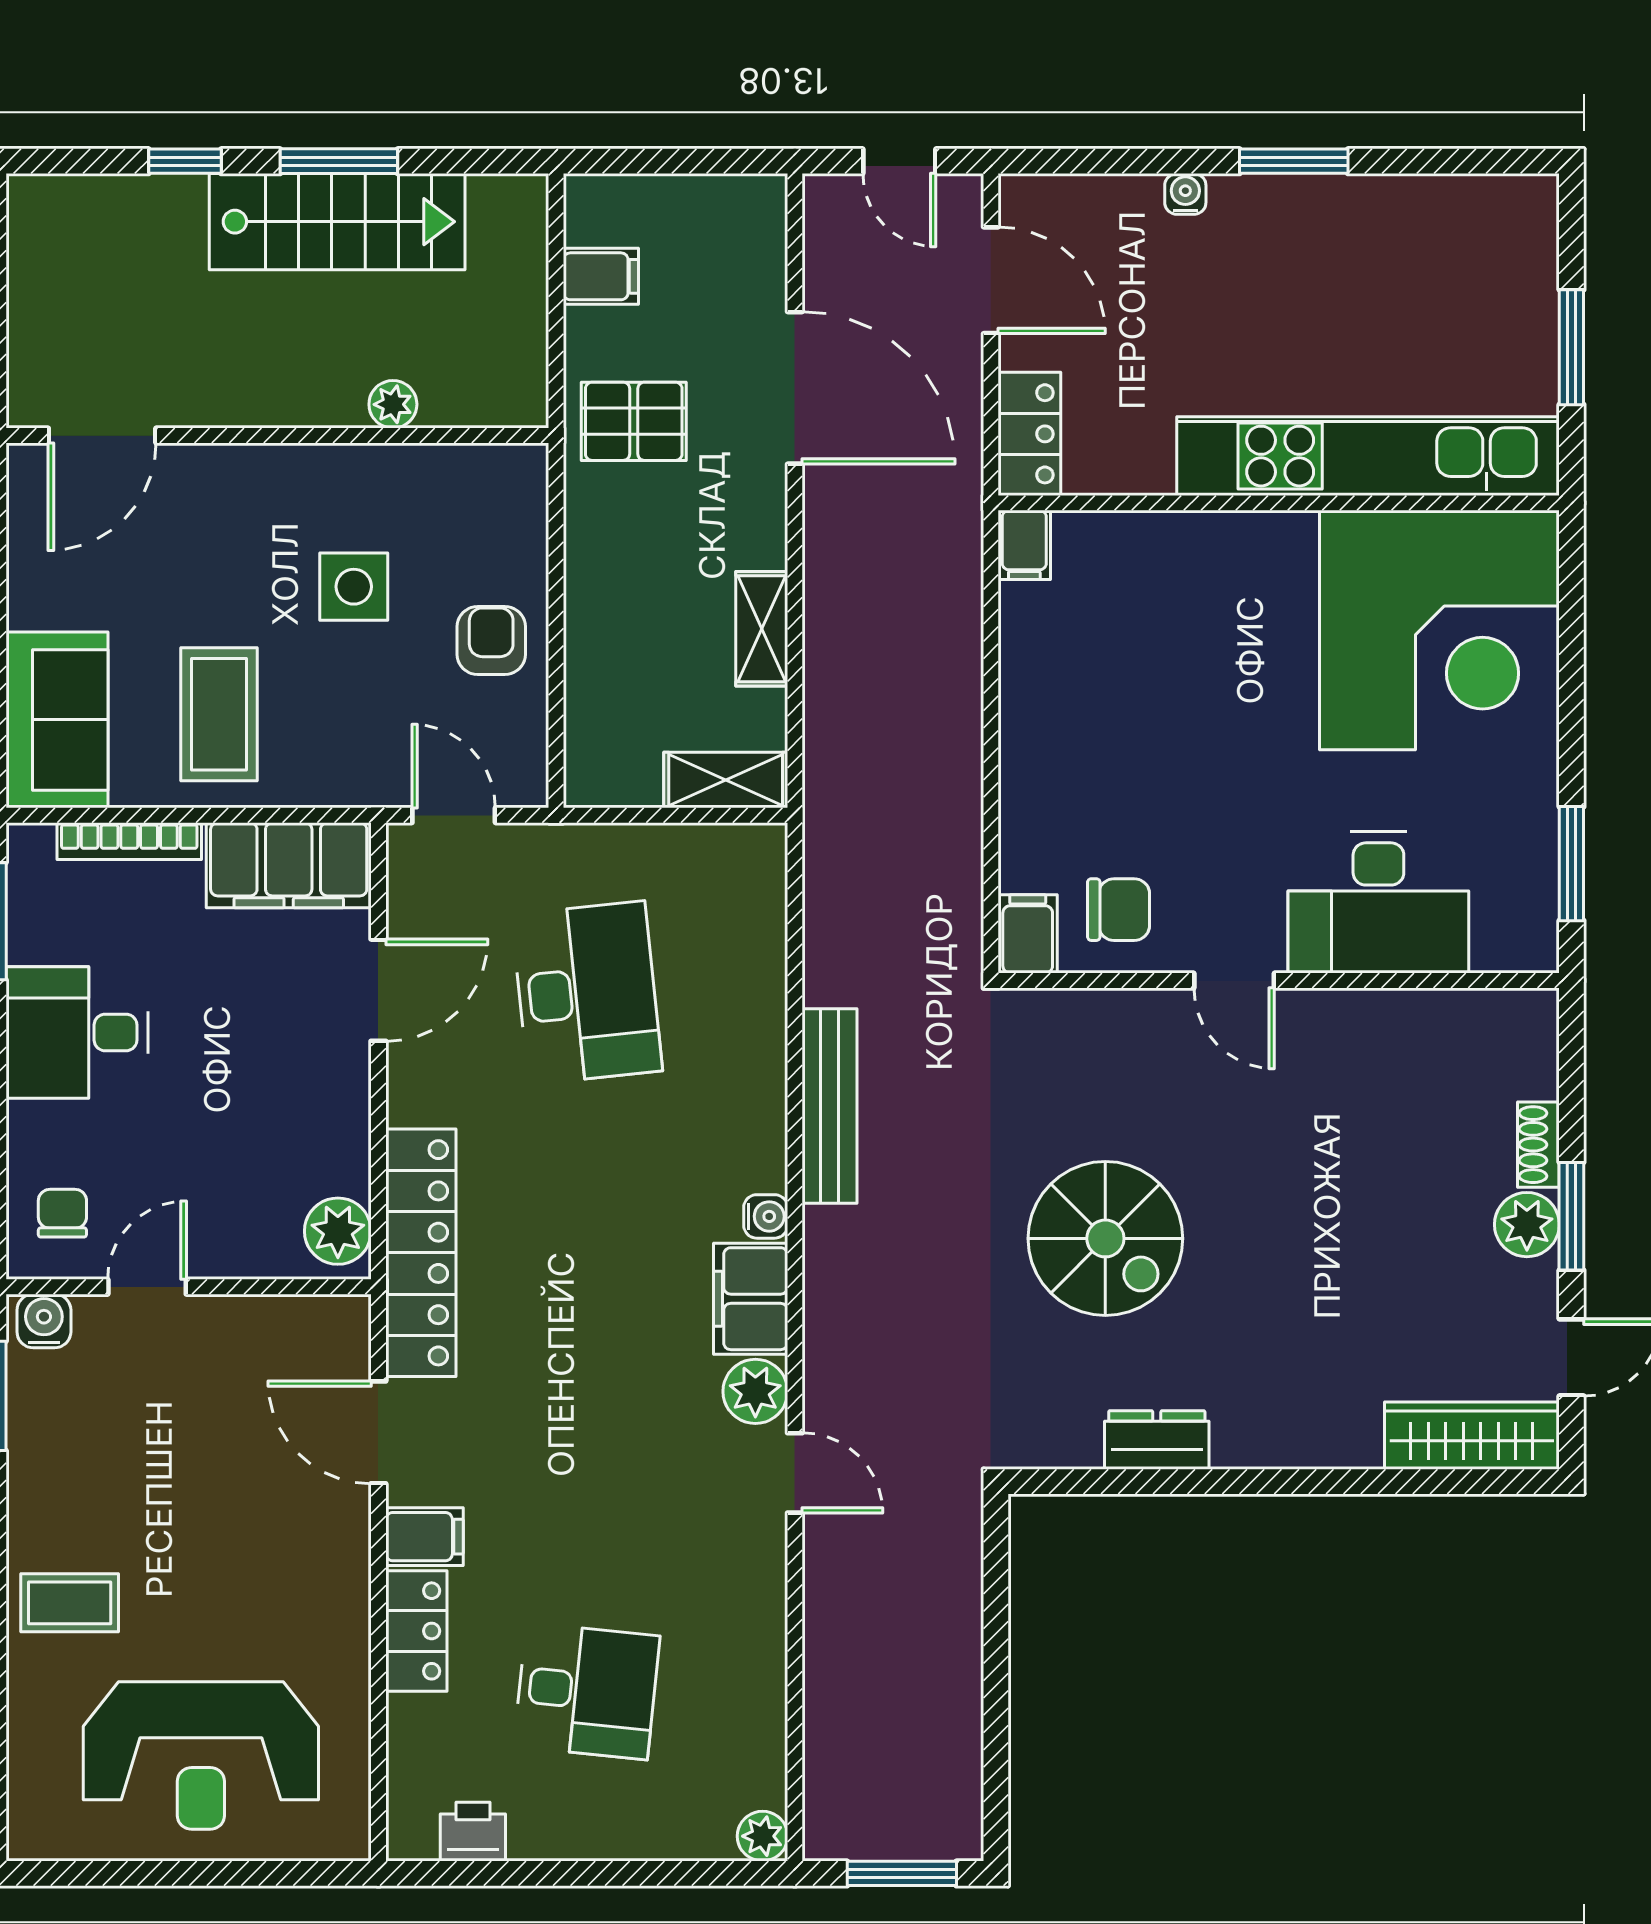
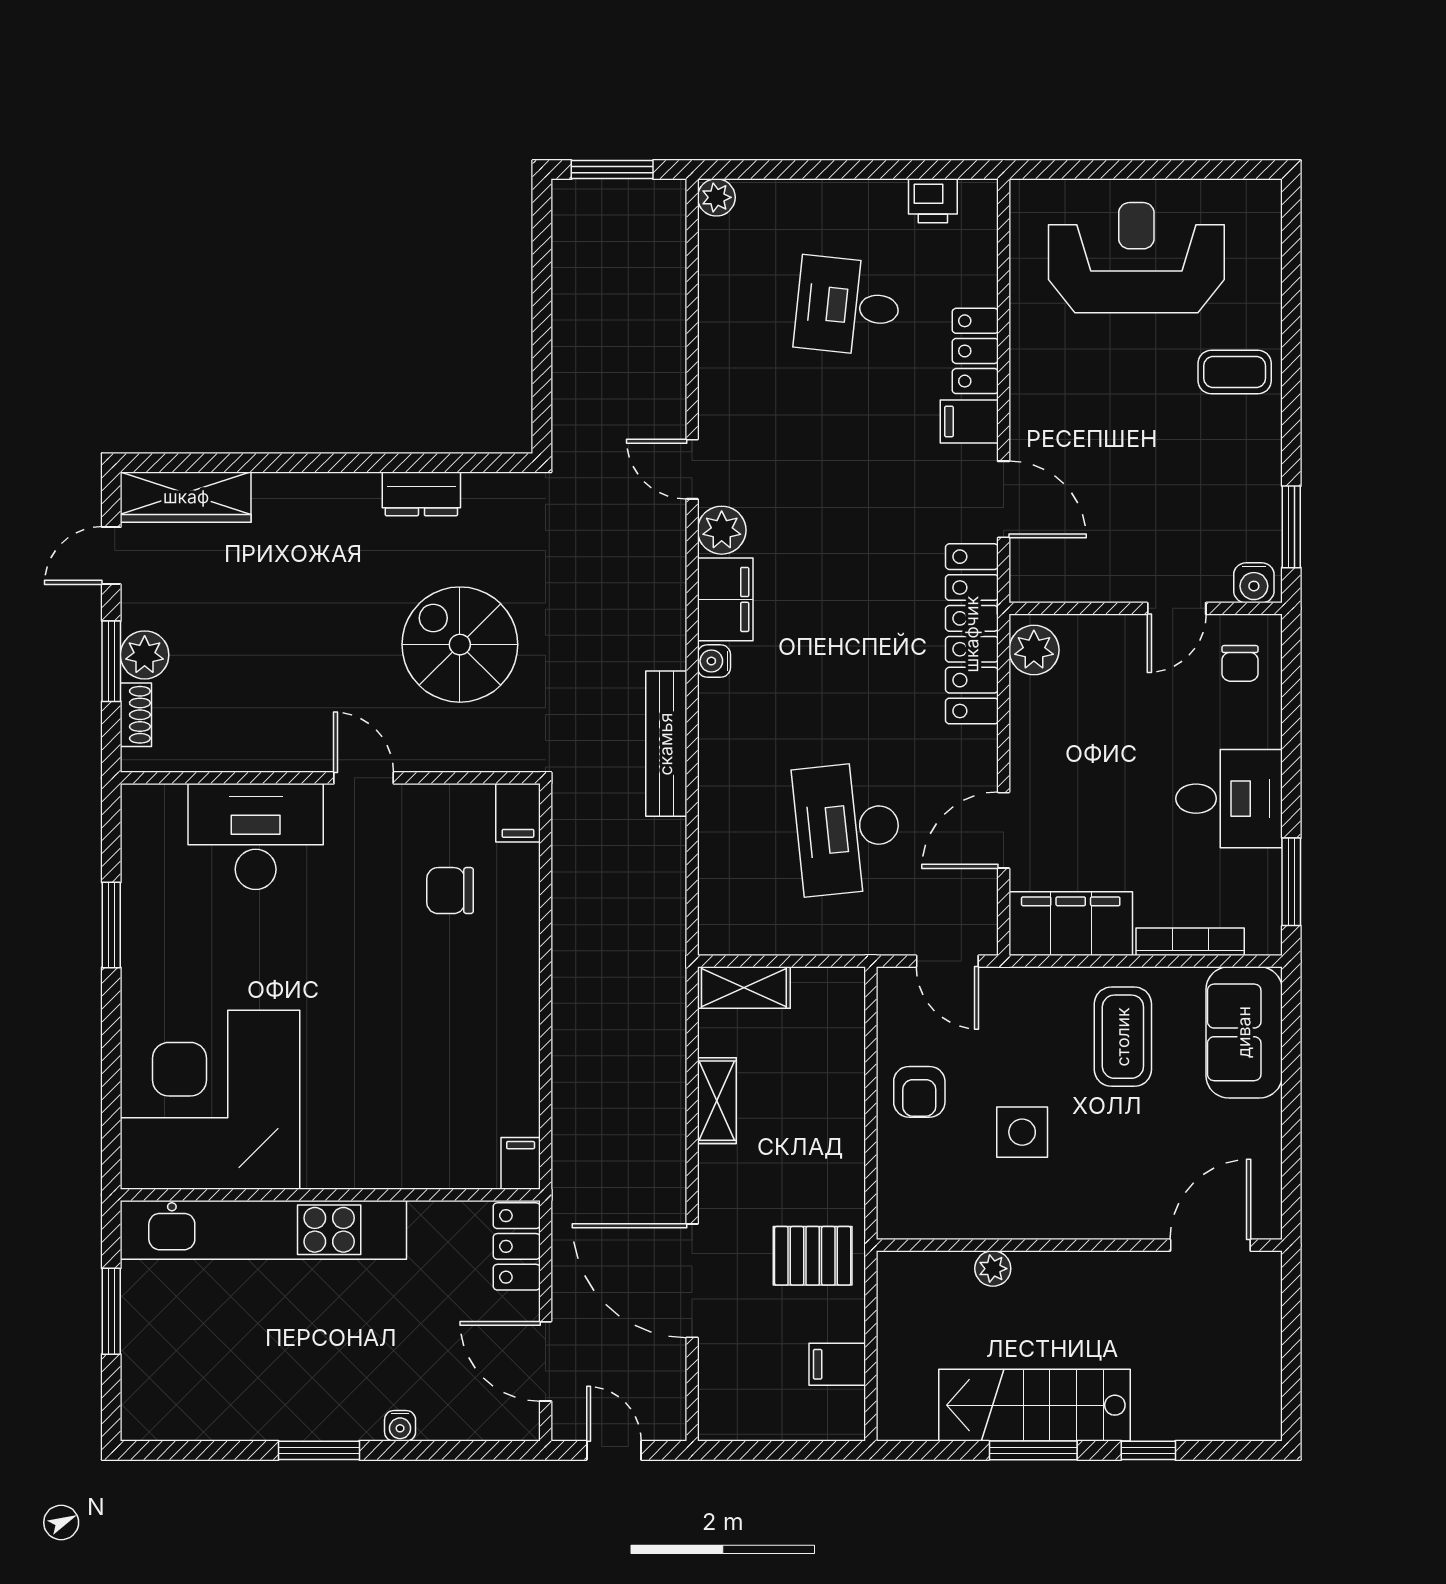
desk: (1378, 902) -> (256, 836), moved
filing cabinet: (1028, 934) -> (518, 813), moved
door: (1234, 981) -> (364, 778), moved
wall: (1279, 981) -> (330, 778), moved

